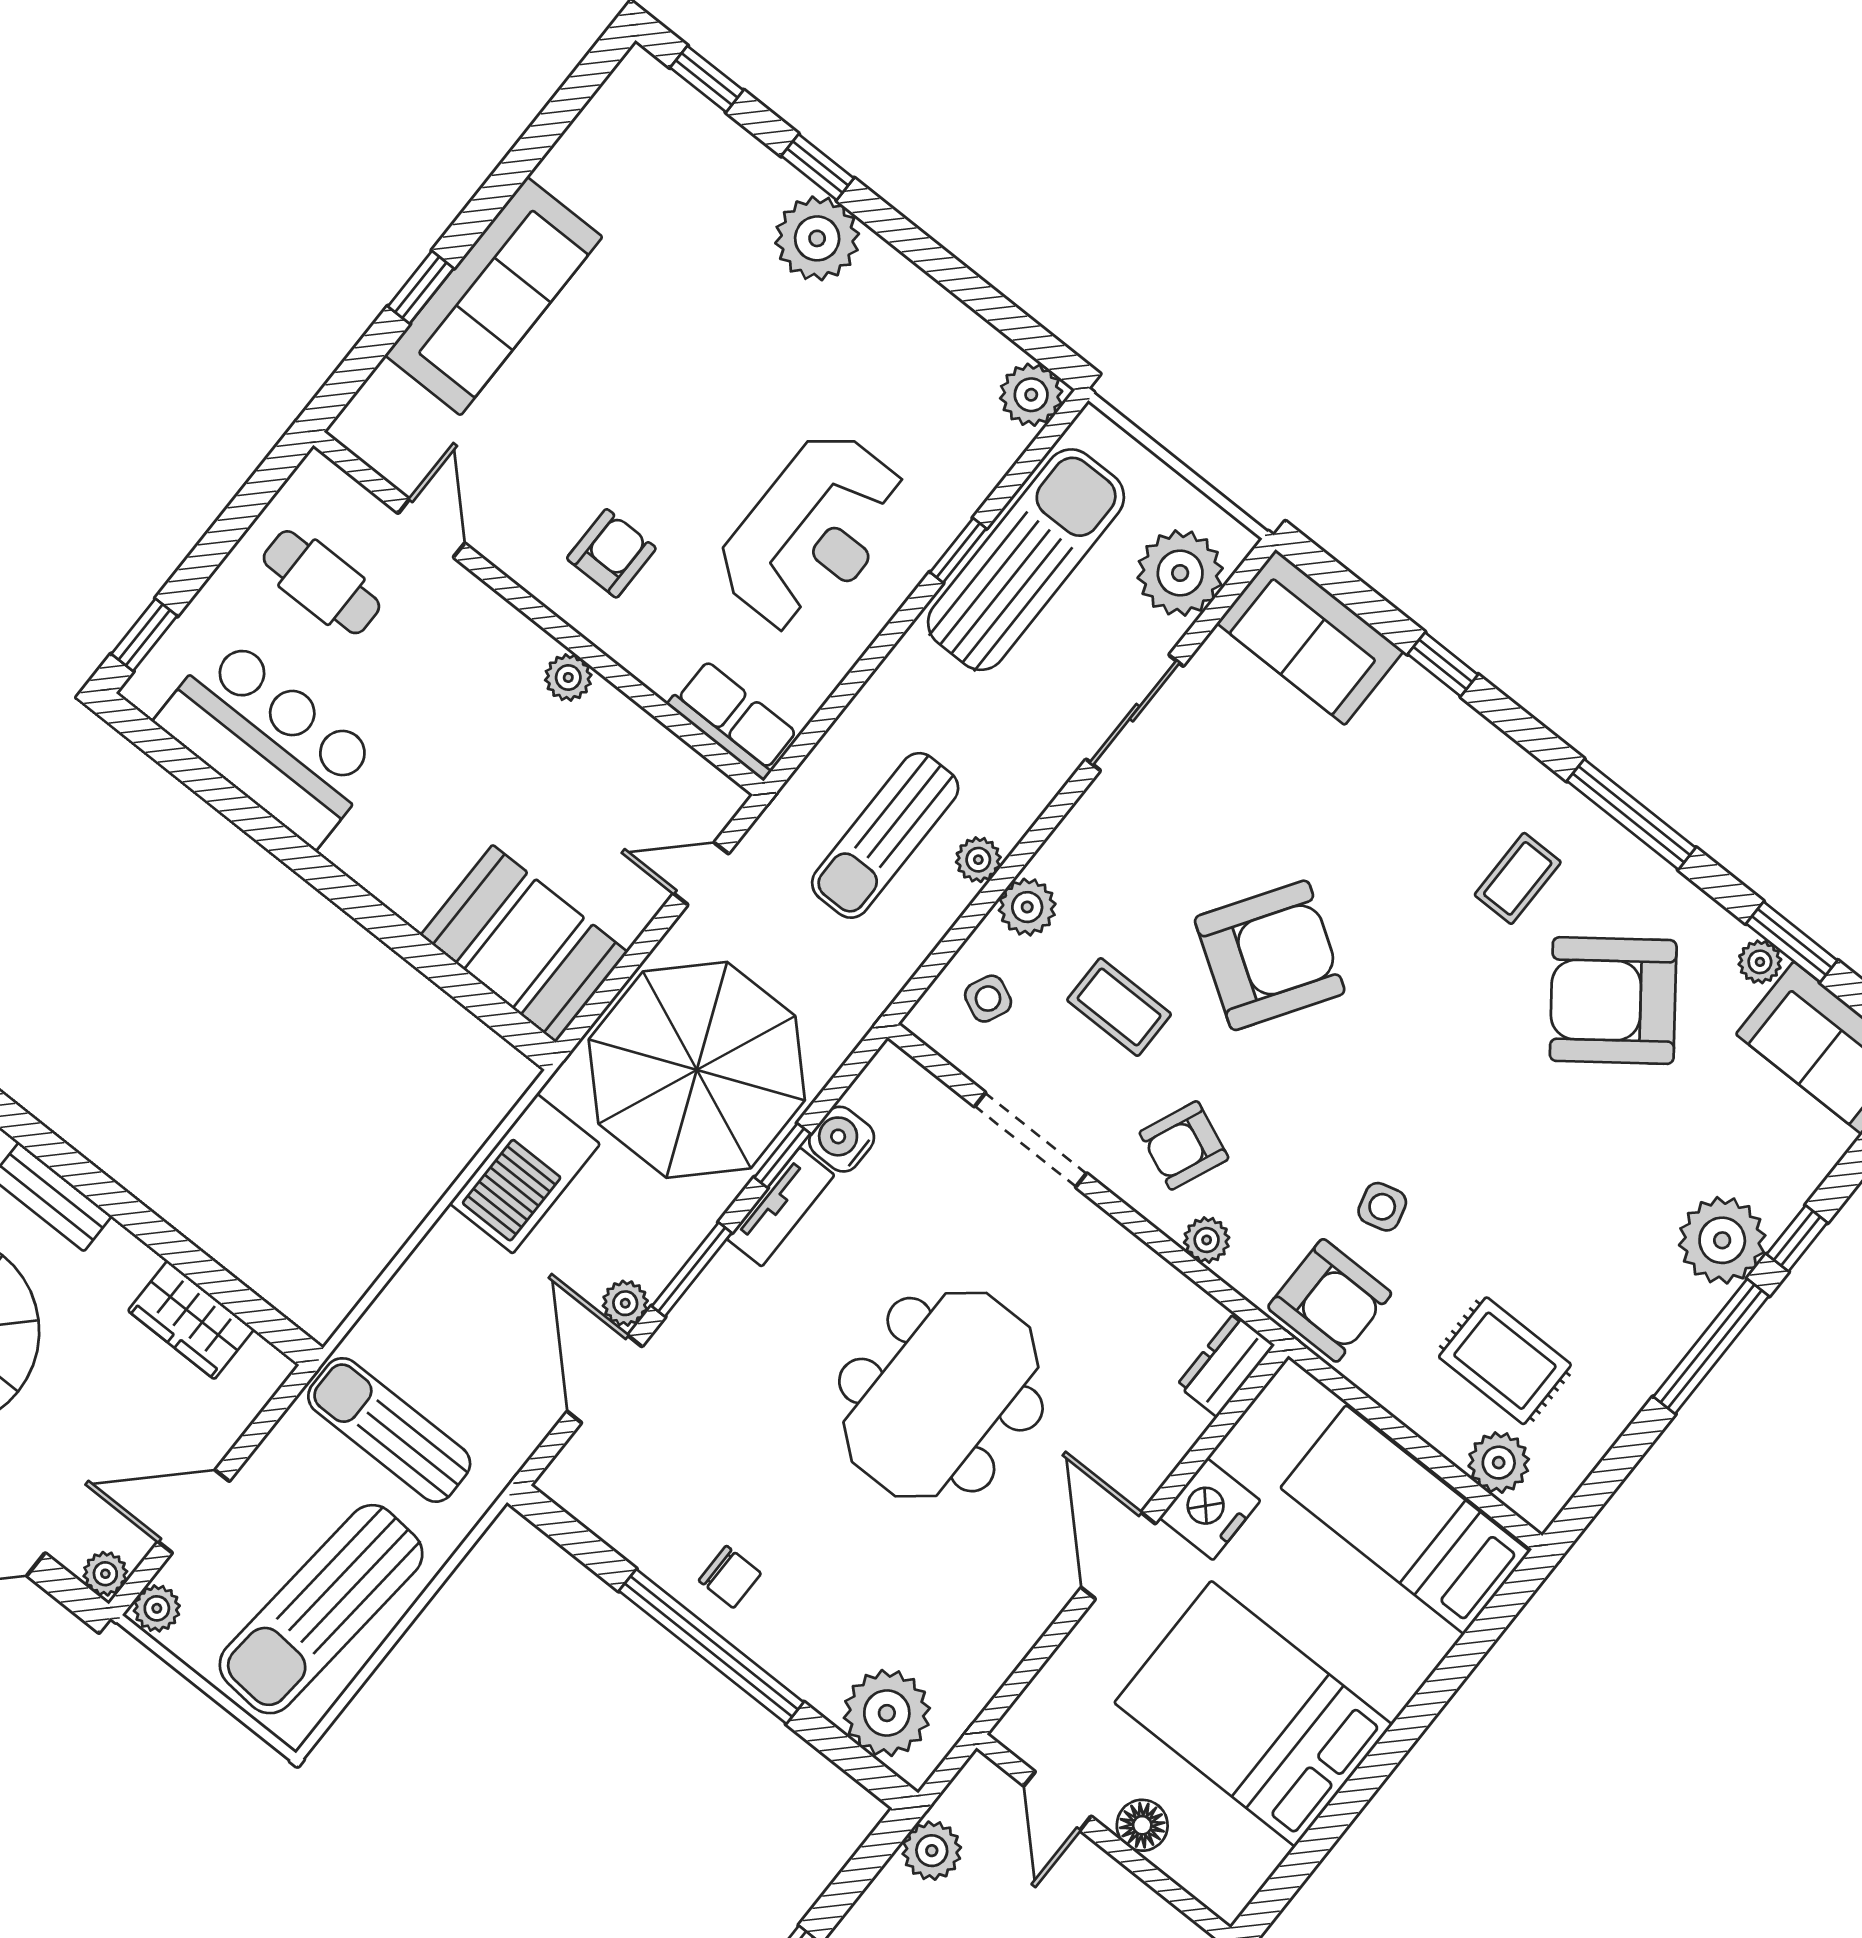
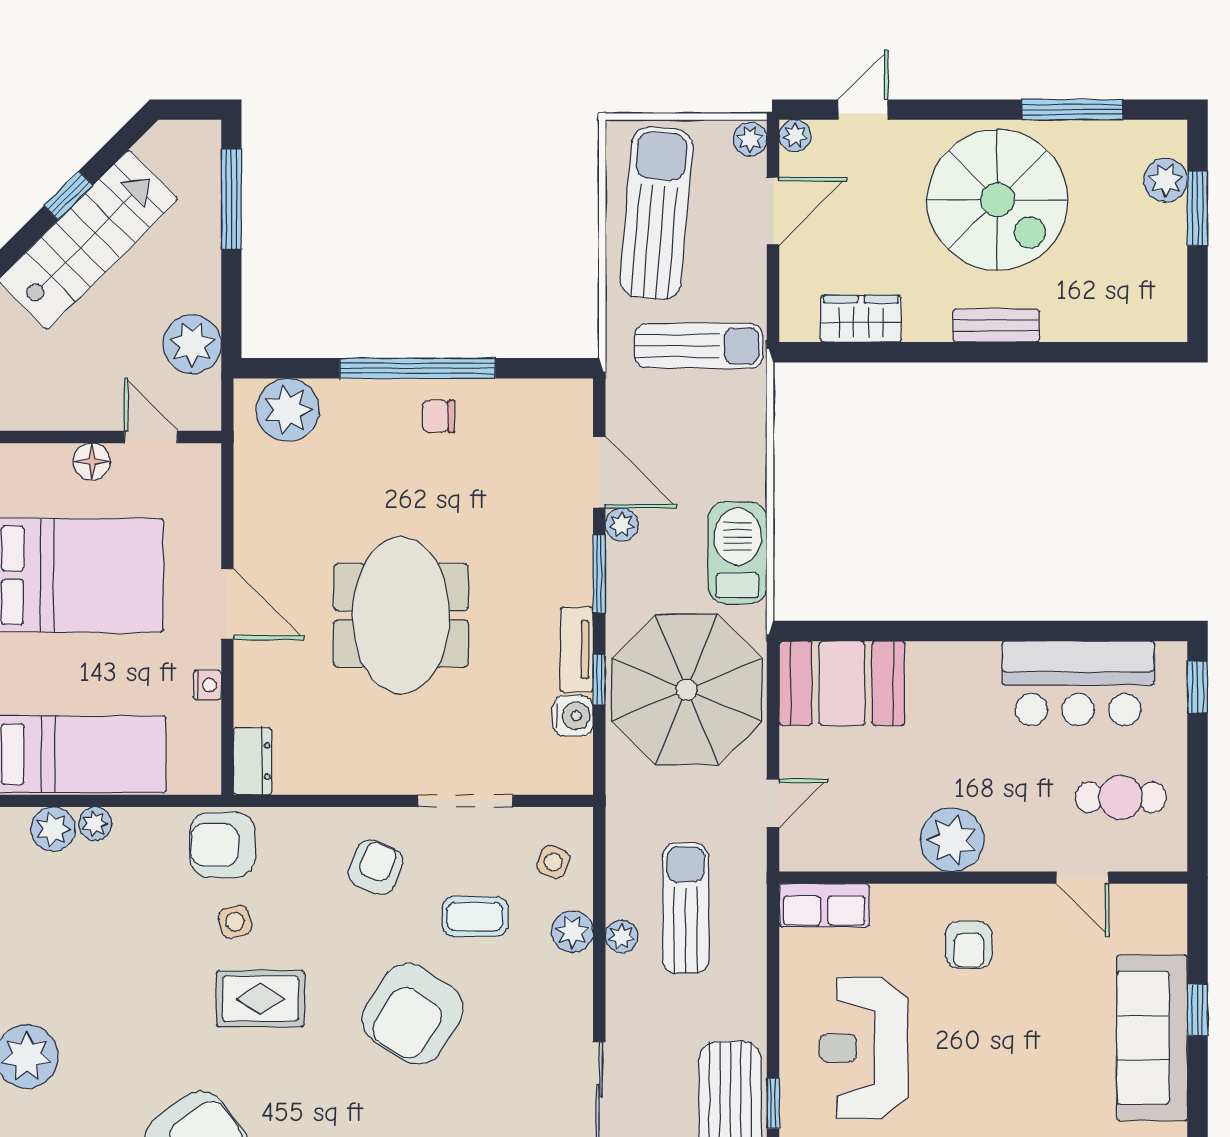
plant: (568, 677) -> (952, 840), width x1.87, depth x1.87
plant: (1207, 1240) -> (95, 824), moved
rug: (1505, 1361) -> (260, 999), moved
nightstand: (1210, 1509) -> (207, 685), width x0.53, depth x0.56
plant: (932, 1851) -> (192, 344), width x1.36, depth x1.36

